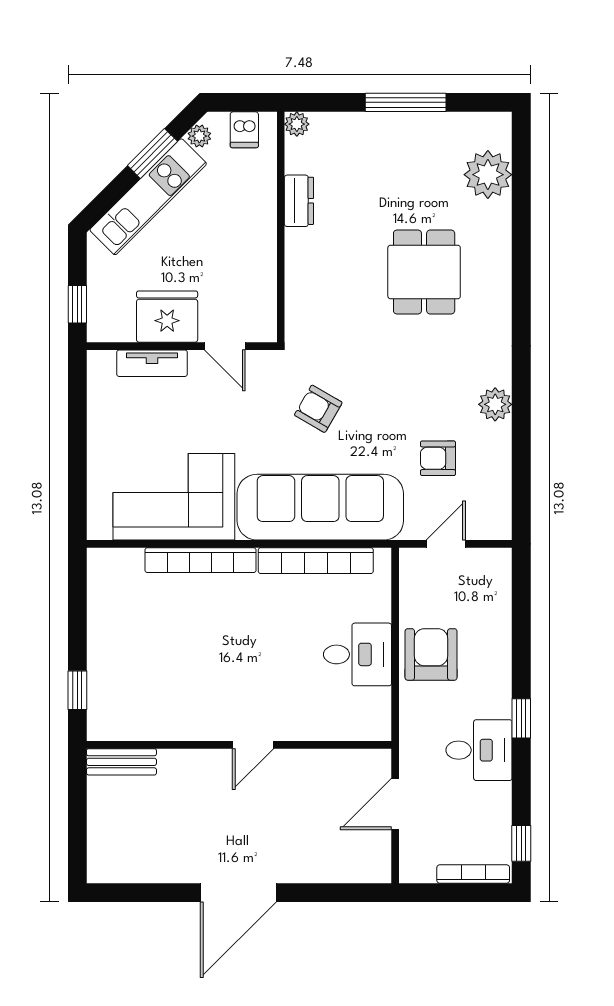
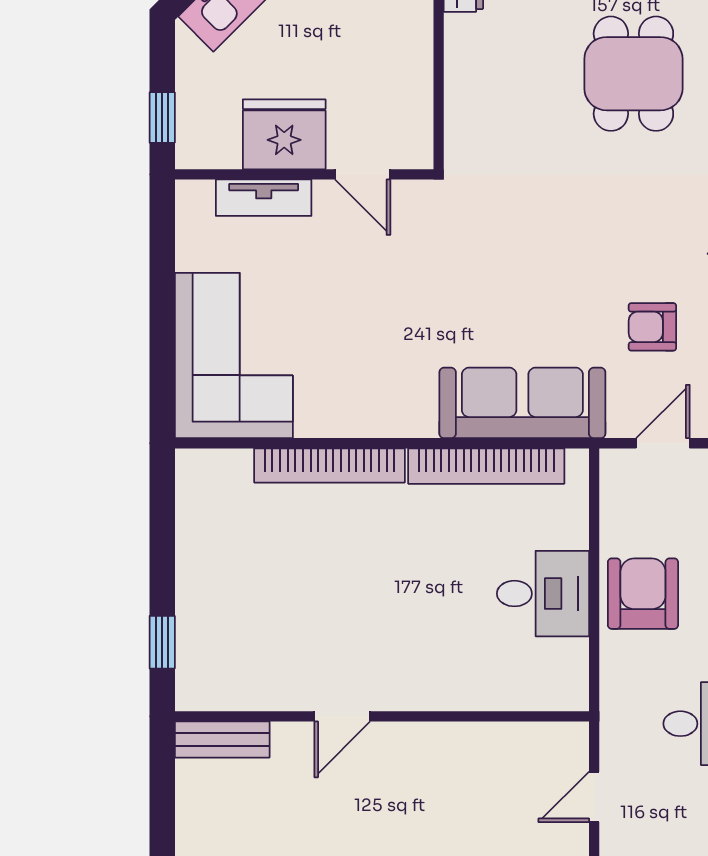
armchair: (318, 409) -> (490, 260), removed
corner sofa: (174, 497) -> (234, 356), moved, turned 90
sofa: (320, 507) -> (522, 403), width x0.74, depth x0.79
door: (253, 745) -> (342, 716), moved
door: (395, 804) -> (594, 797), width x0.73

